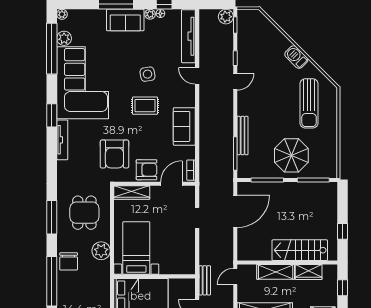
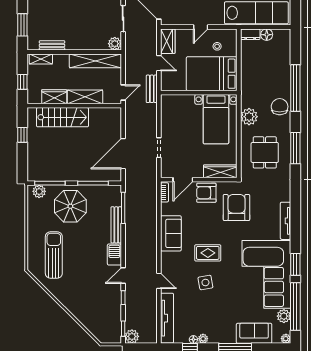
sofa: (125, 20) -> (254, 333), moved
barbecue: (296, 57) -> (114, 255), moved, turned -135
window: (52, 115) -> (295, 264), moved
plant: (325, 171) -> (39, 191), added

